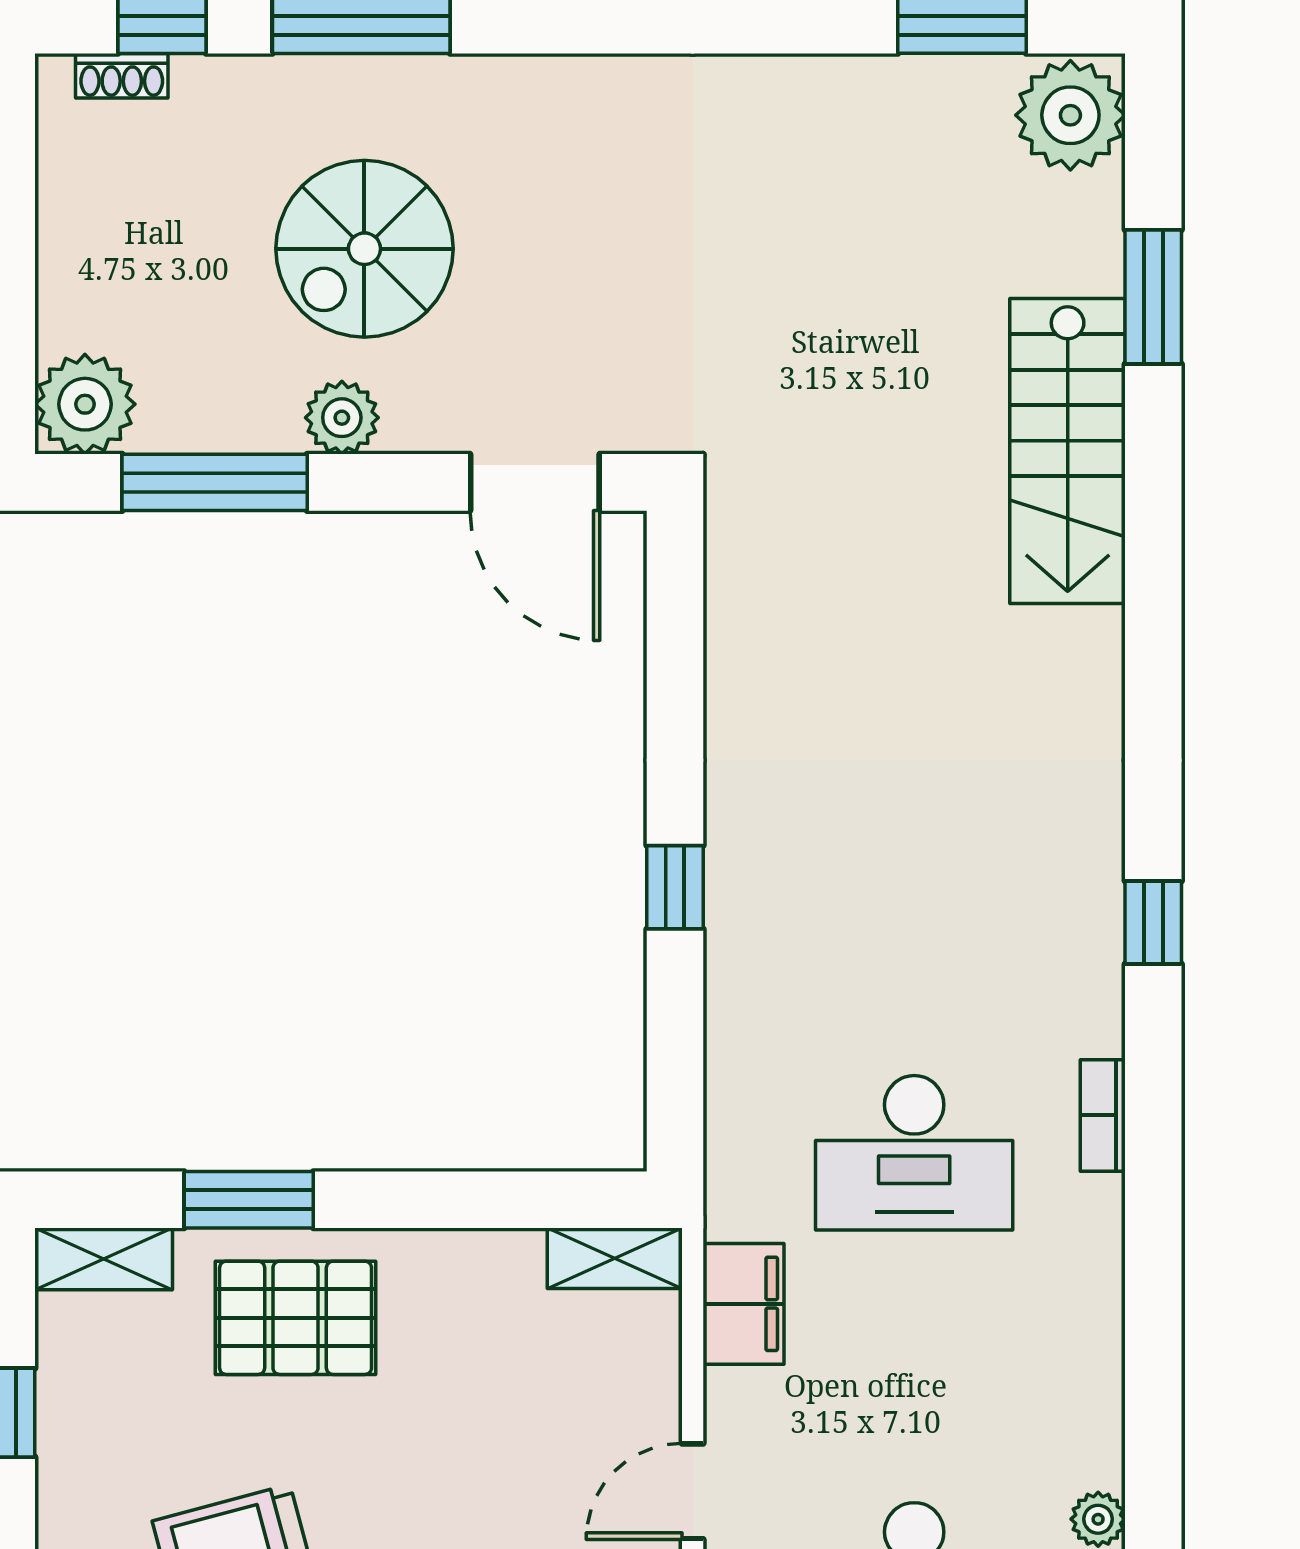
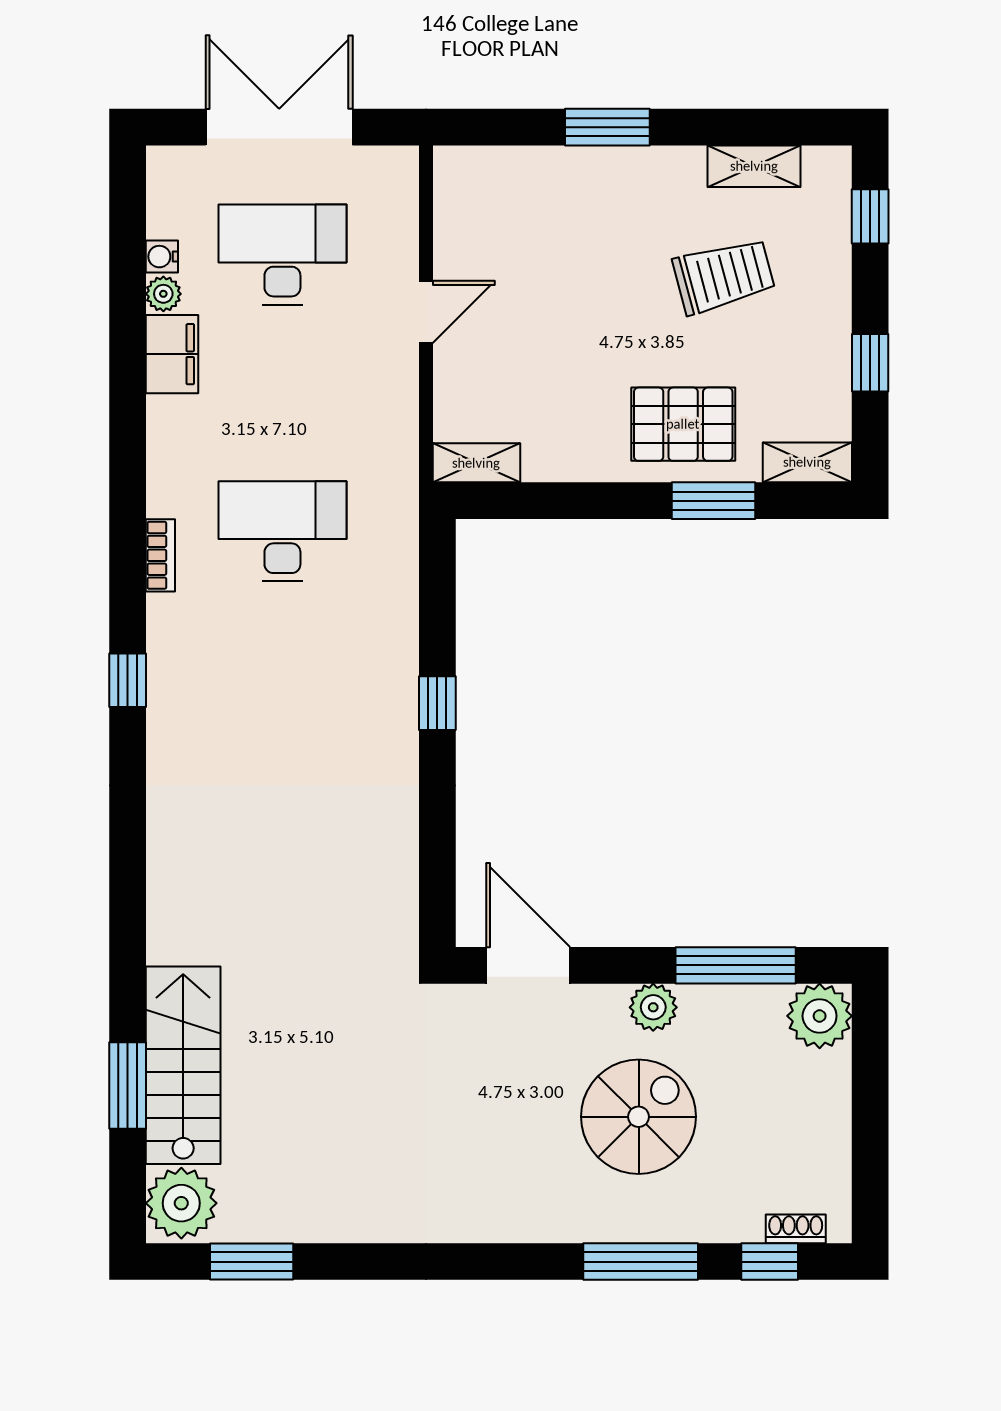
stairs: (1068, 451) -> (183, 1065), moved
filing cabinet: (743, 1304) -> (172, 354), moved, turned 180

